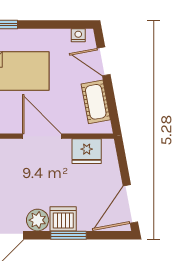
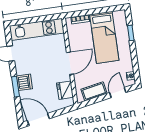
plant: (38, 220) -> (22, 68), removed

